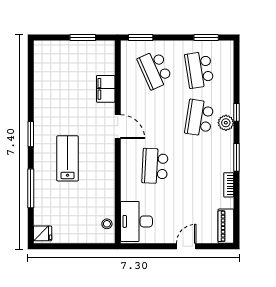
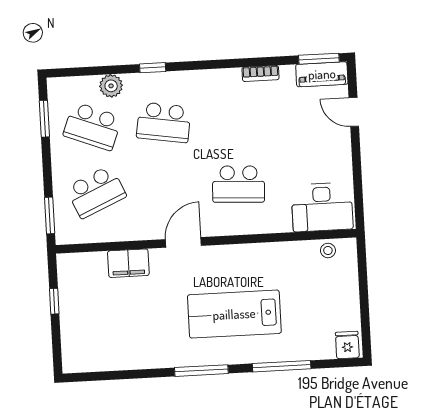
window: (83, 38) -> (54, 301), width x0.67
school desk: (199, 70) -> (93, 126), turned 30
plant: (226, 123) -> (111, 86), moved
window: (31, 134) -> (201, 371), width x1.44
window: (237, 157) -> (319, 59), moved
lab bench: (68, 158) -> (234, 314), width x1.36, depth x1.39
door: (186, 246) -> (354, 112), moved

